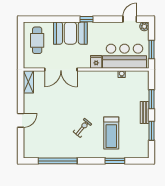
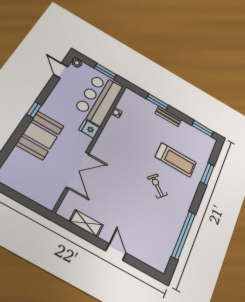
cafe table: (37, 40) -> (26, 176), removed
shelving: (28, 82) -> (86, 223), moved
window: (152, 131) -> (203, 129), moved

